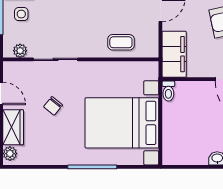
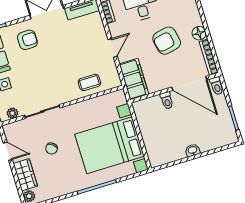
toilet: (168, 91) -> (167, 101), moved

